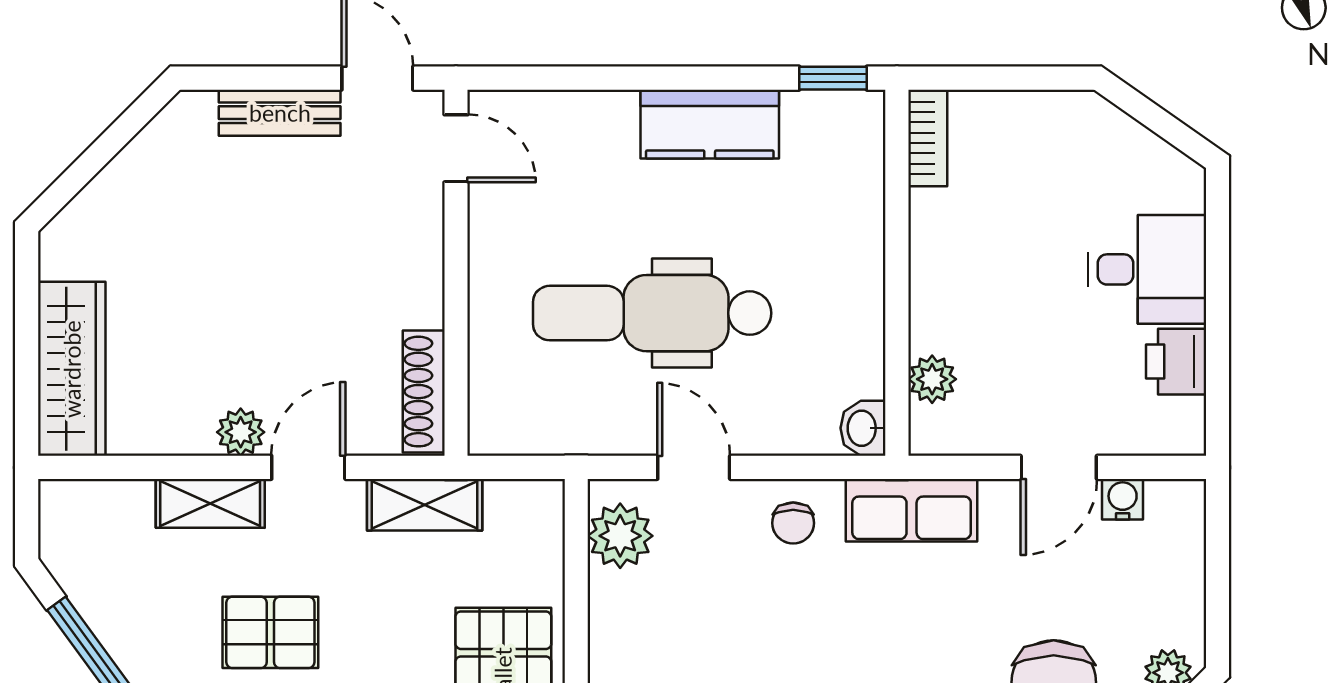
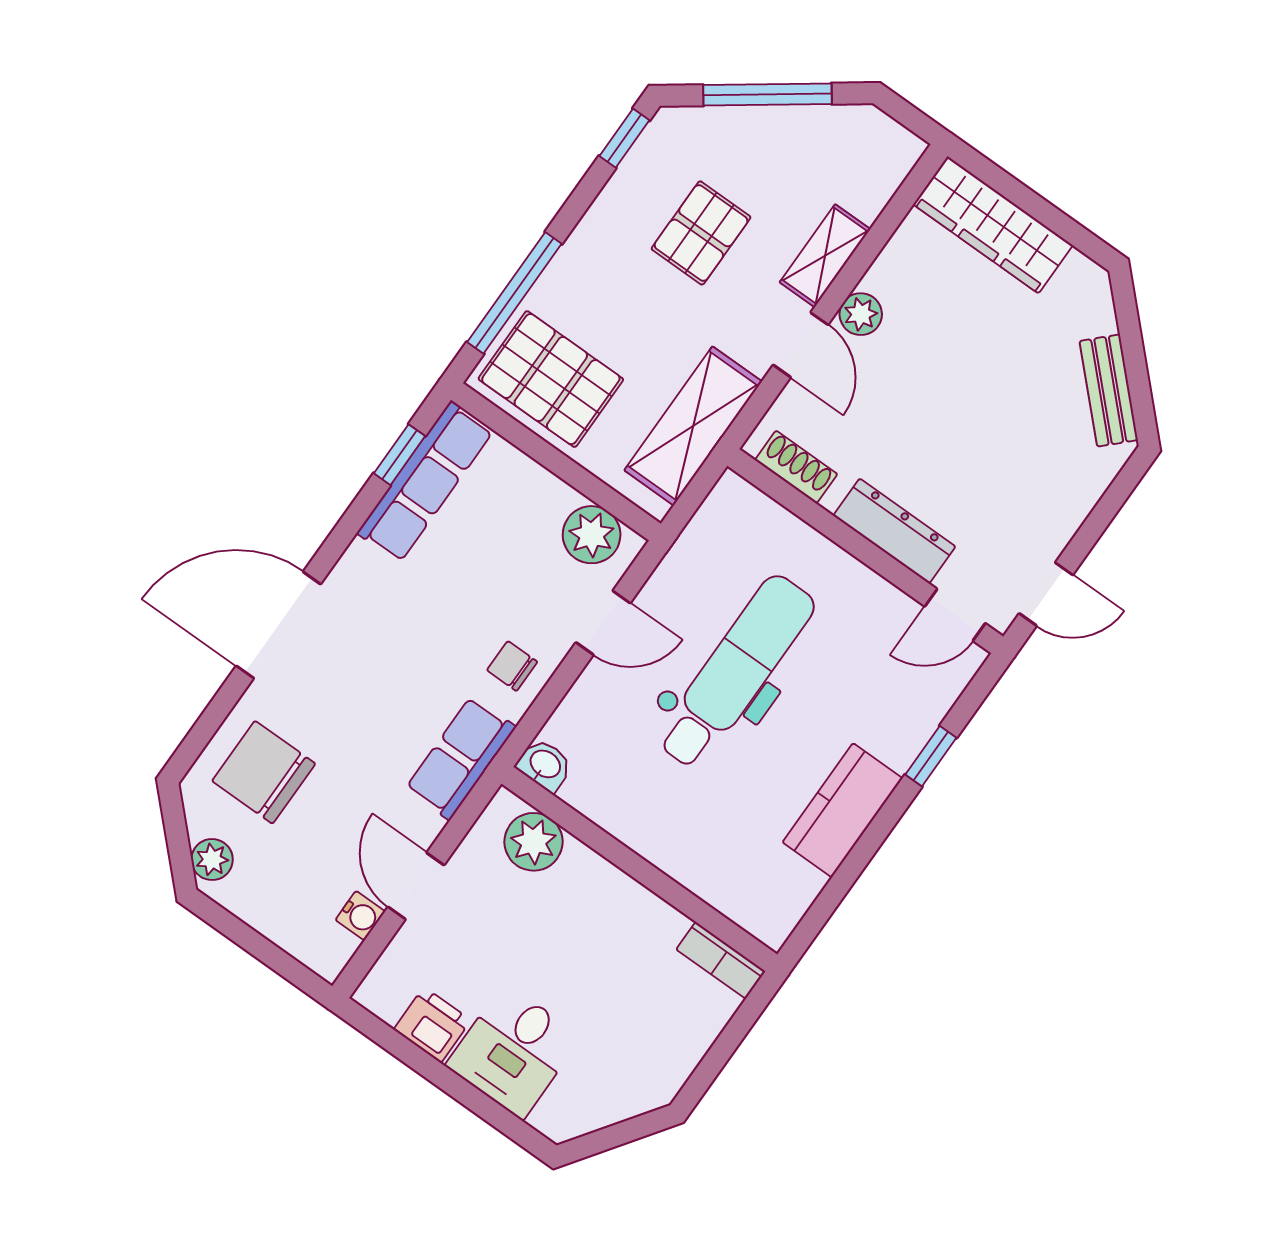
window: (833, 78) -> (931, 756), moved
bench: (280, 113) -> (1109, 391), moved, turned -45
dresser: (418, 259) -> (894, 531), added
plant: (932, 379) -> (534, 842), width x1.38, depth x1.38
shoe rack: (424, 392) -> (796, 467), width x0.70
shelving: (425, 505) -> (693, 426), width x1.50, depth x1.33

